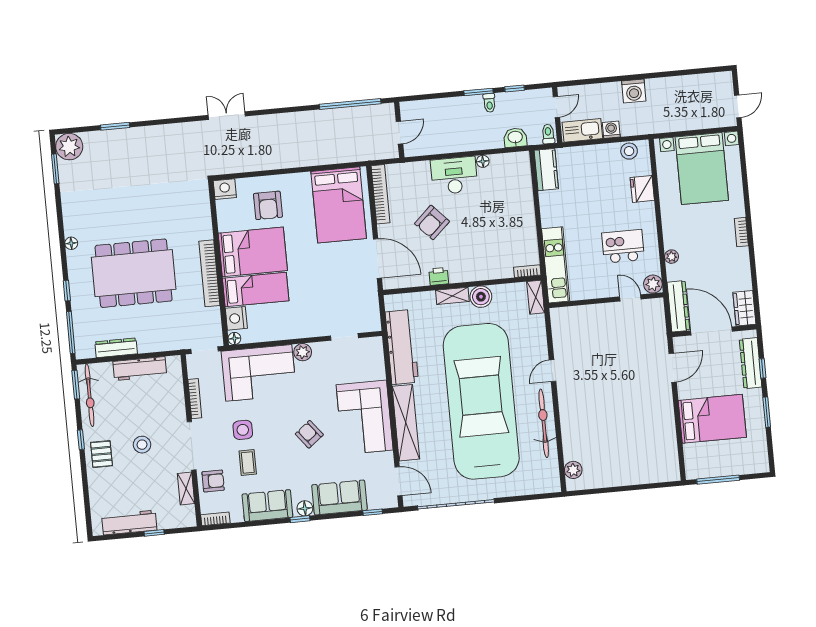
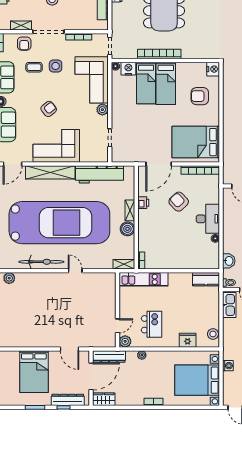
washing machine: (611, 130) -> (228, 366), moved
bed: (253, 252) -> (166, 83), width x0.67

